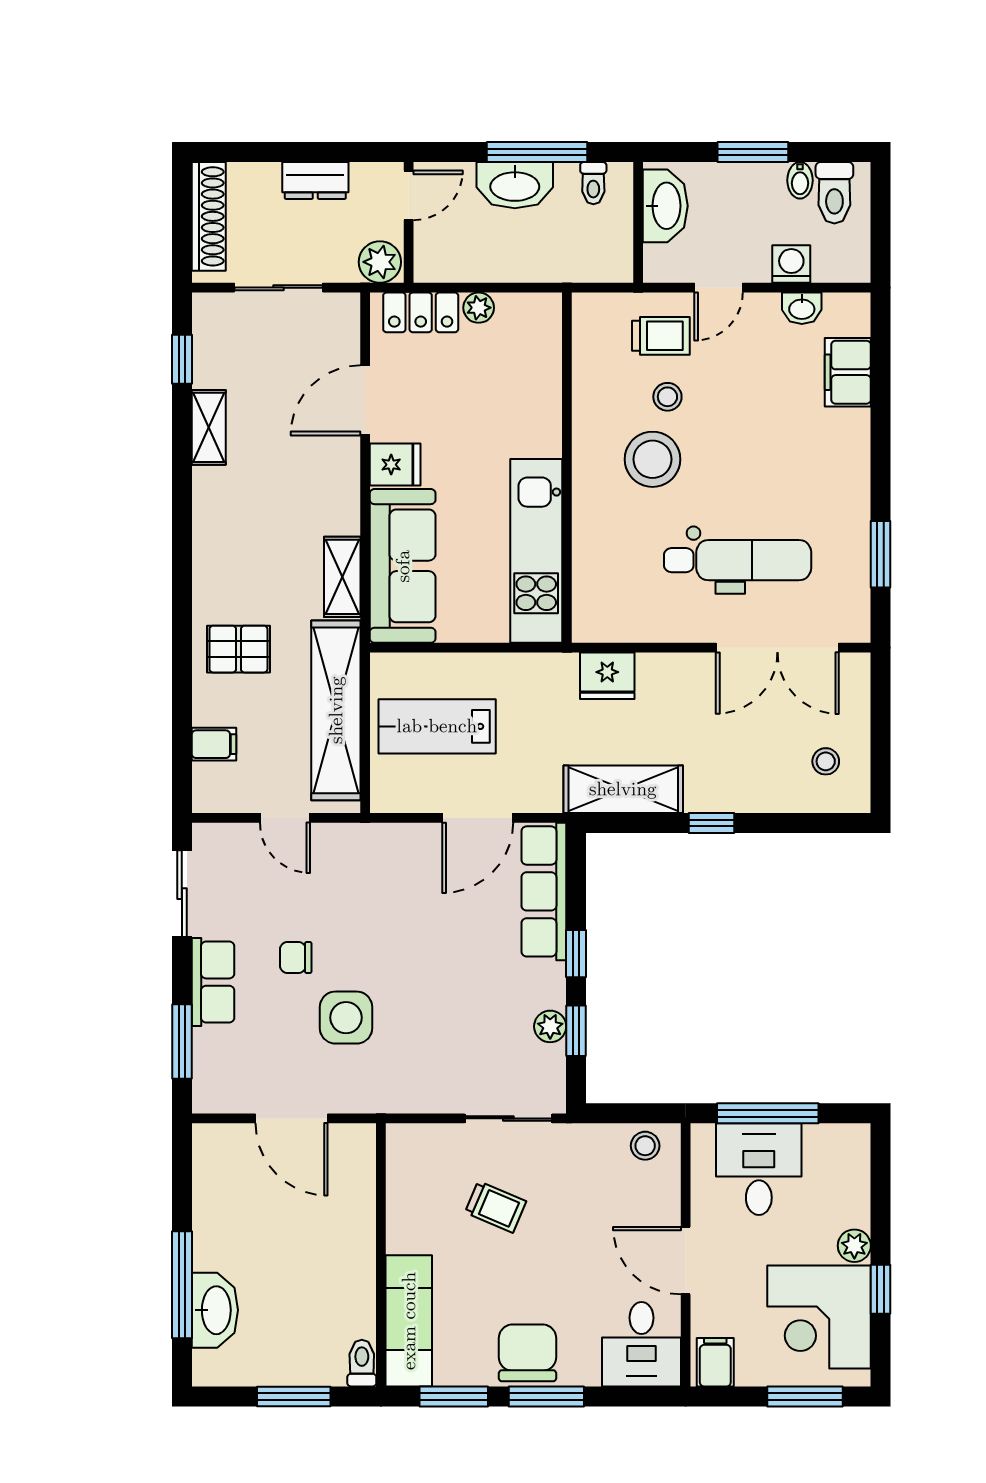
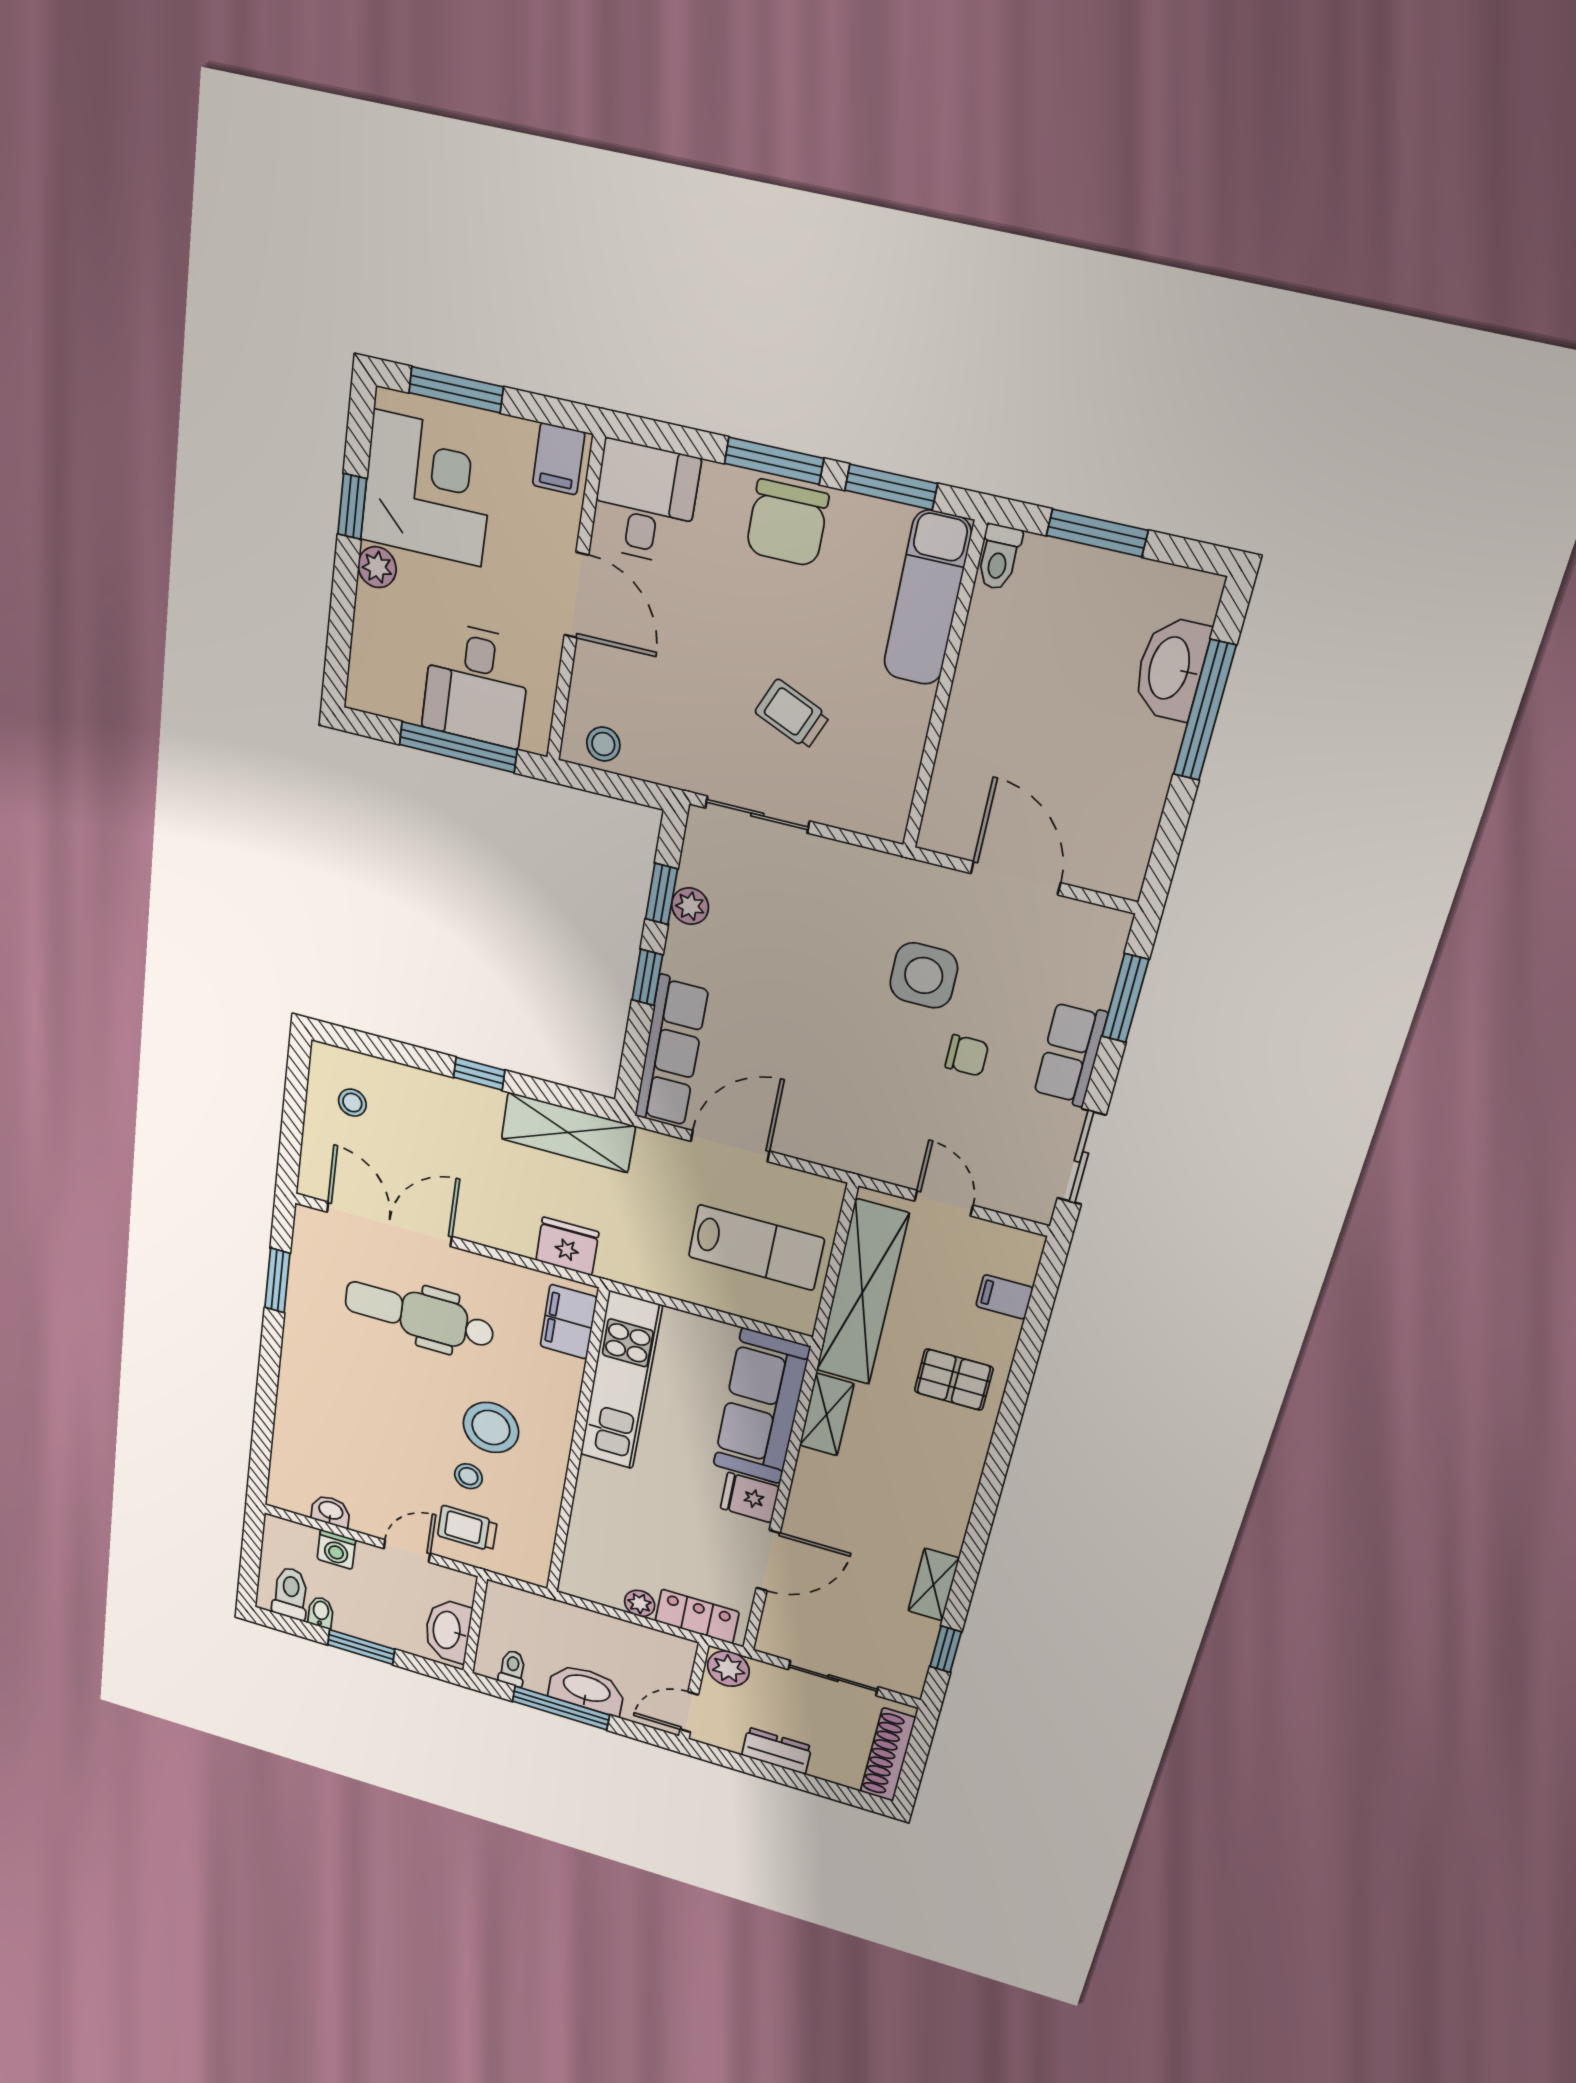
filing cabinet: (848, 372) -> (569, 1322), moved, turned 180

